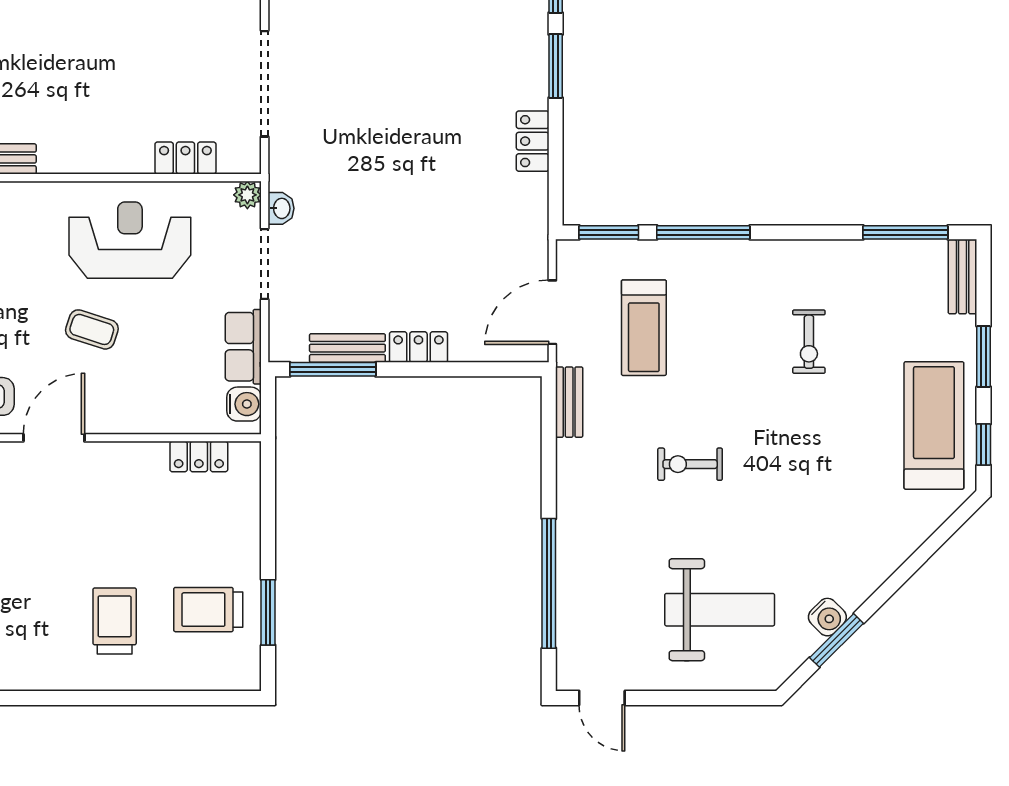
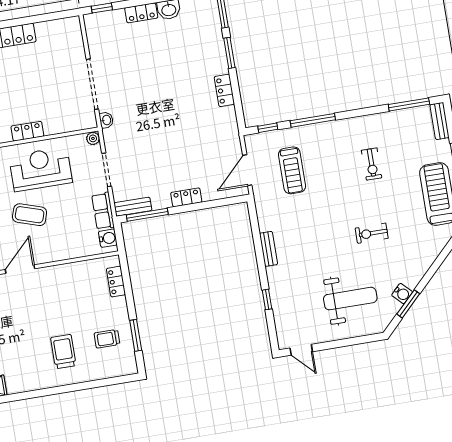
locker: (185, 158) -> (27, 131), moved
washbasin: (281, 208) -> (106, 120), moved
window: (609, 232) -> (268, 128), width x0.67
coffee table: (92, 329) -> (30, 215), width x1.36, depth x1.30
bench: (347, 348) -> (133, 207), moved
bench: (569, 402) -> (268, 249), moved
locker: (199, 457) -> (116, 282), moved, turned 90
exercise bike: (690, 464) -> (372, 233), moved
window: (549, 583) -> (267, 299), width x0.32
trolley: (208, 610) -> (107, 339), width x0.73, depth x0.72

